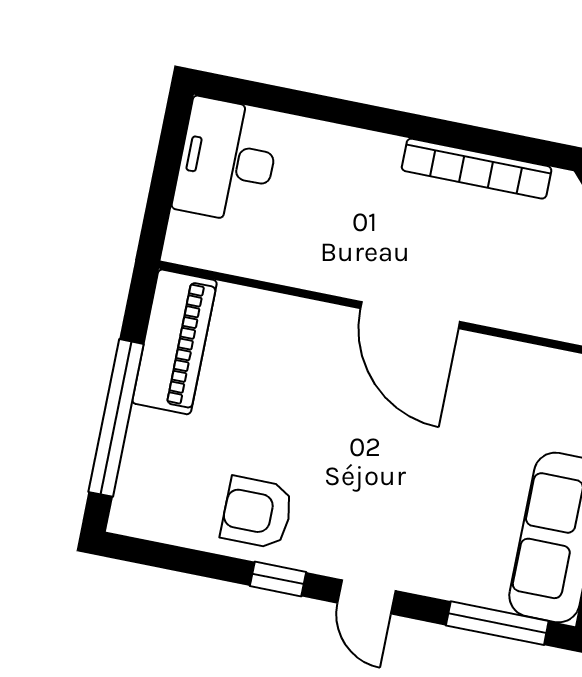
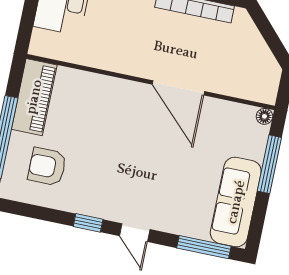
door: (410, 315) -> (178, 88), moved
armchair: (257, 513) -> (47, 167), moved

